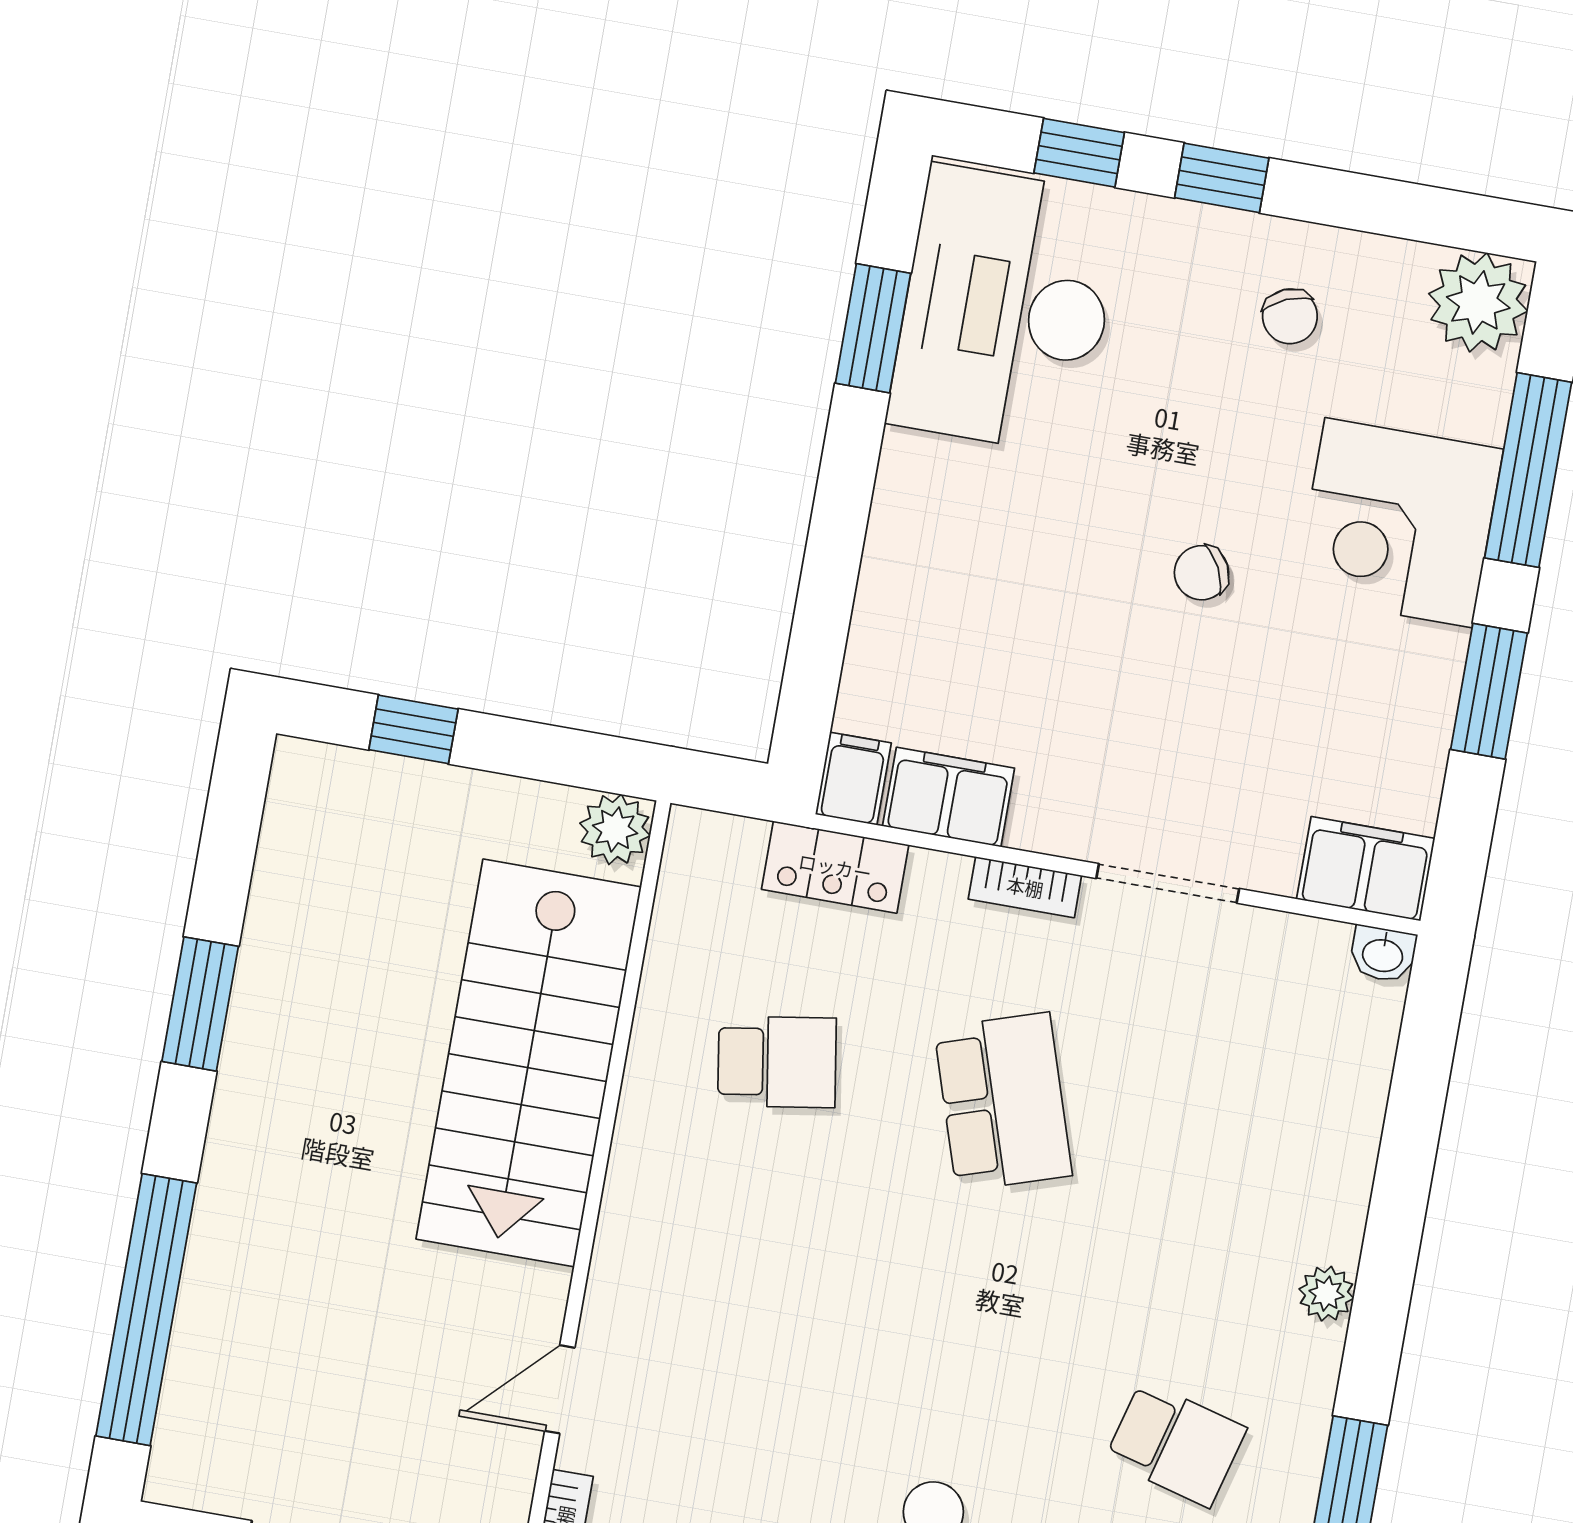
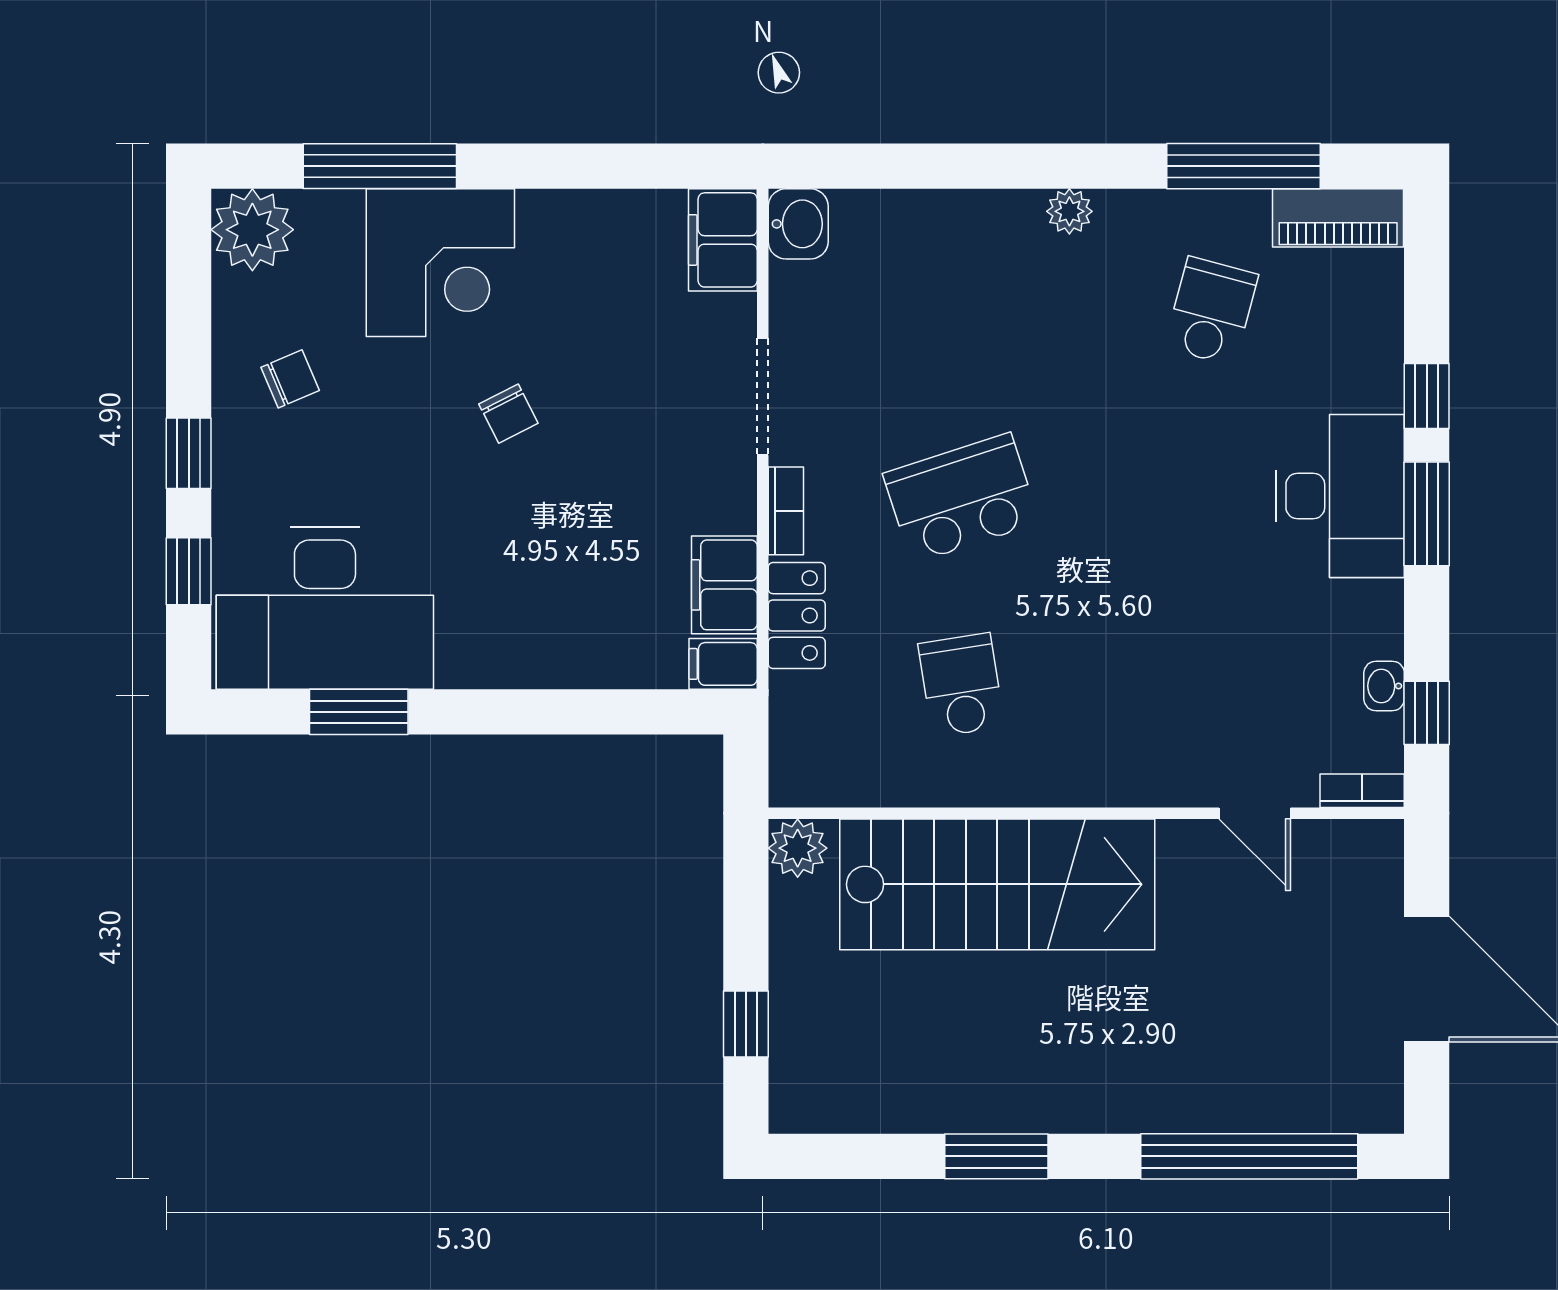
window: (1489, 691) -> (563, 166), removed
locker: (835, 867) -> (797, 615), moved
washbasin: (1383, 954) -> (798, 224), width x1.38, depth x1.45

